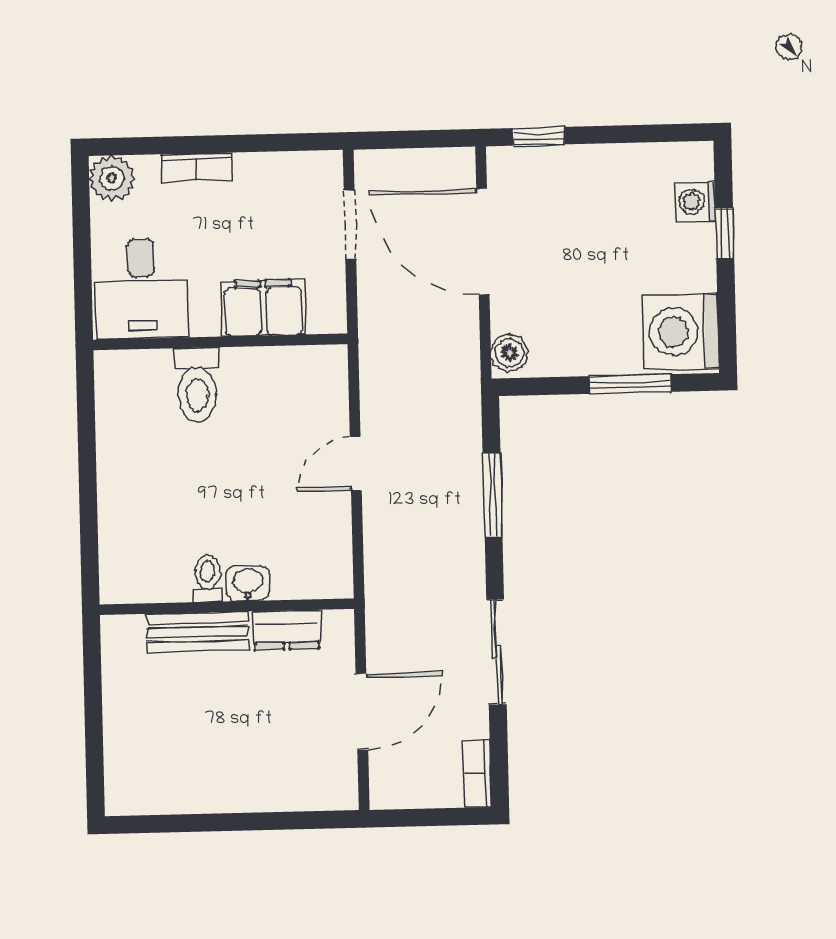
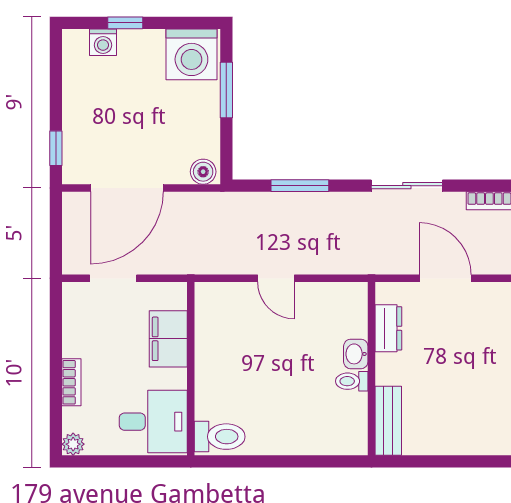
plant: (112, 178) -> (73, 444), width x0.73, depth x0.73
toilet: (197, 385) -> (220, 437), moved
bench: (198, 632) -> (388, 421), moved

